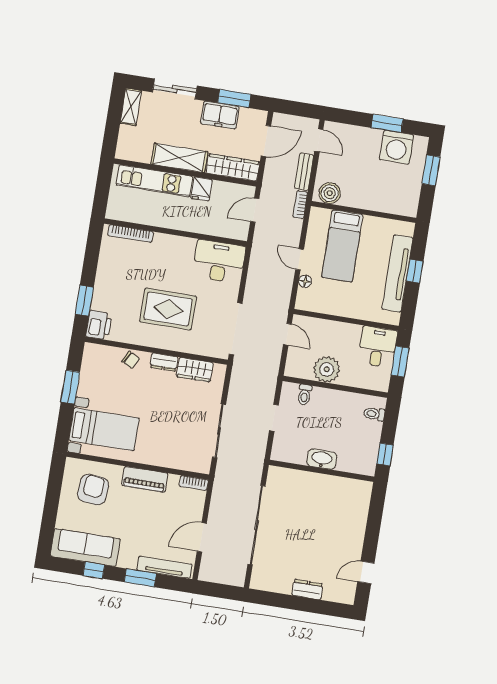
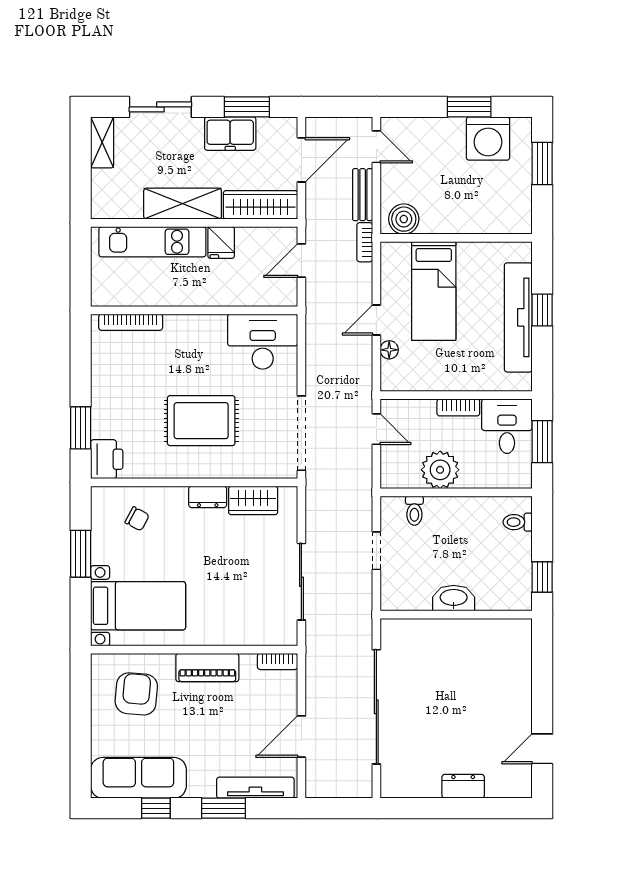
door: (300, 259) -> (376, 320), hinge flipped
bookcase: (346, 329) -> (458, 407), added
chair: (131, 360) -> (137, 519), moved

